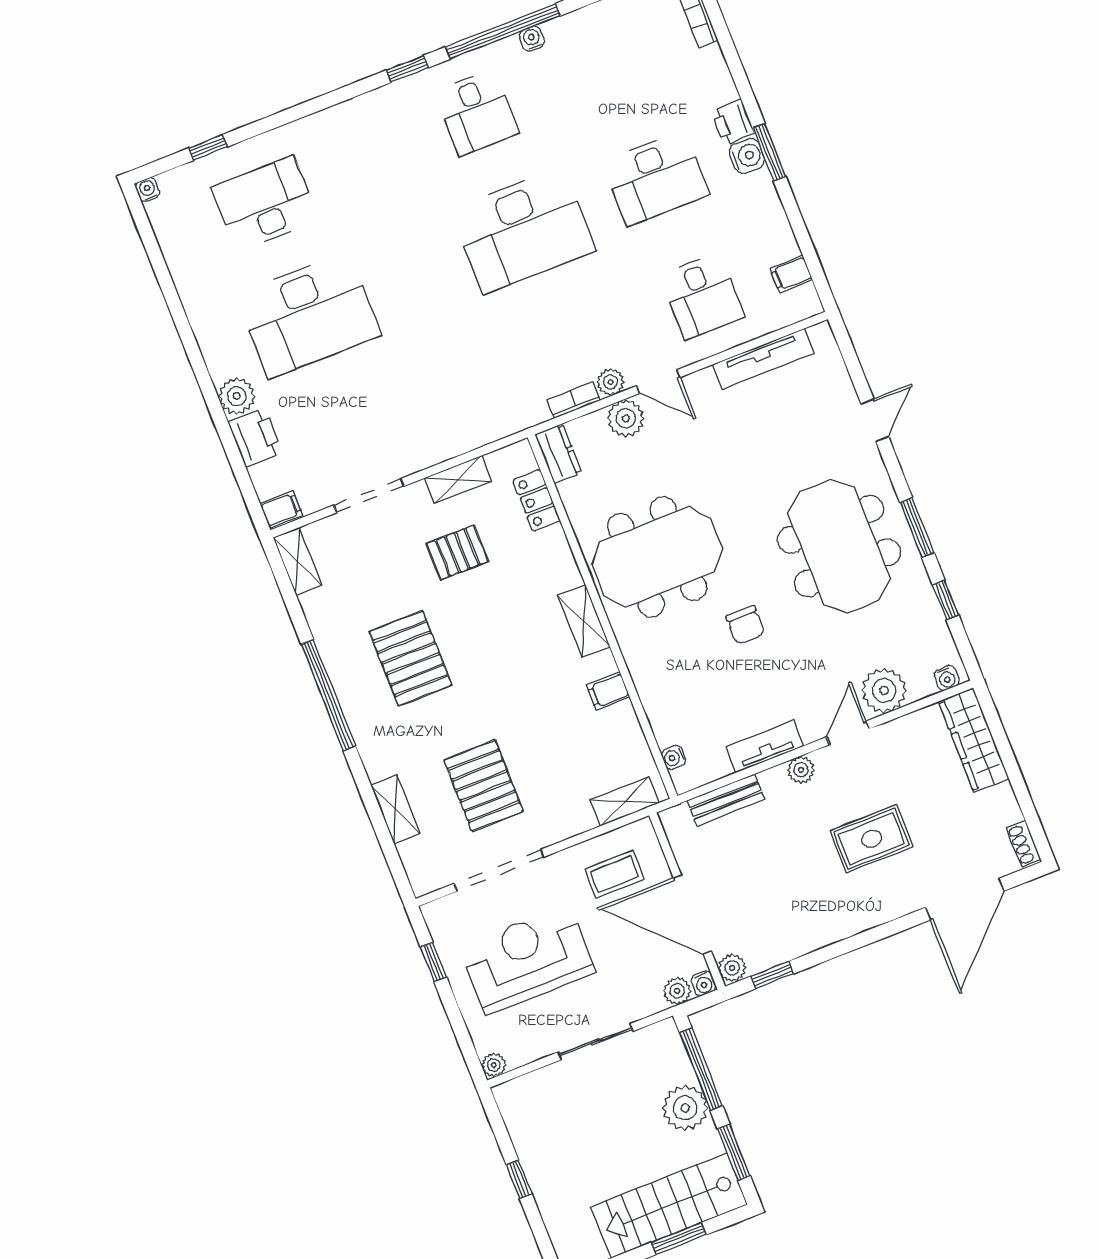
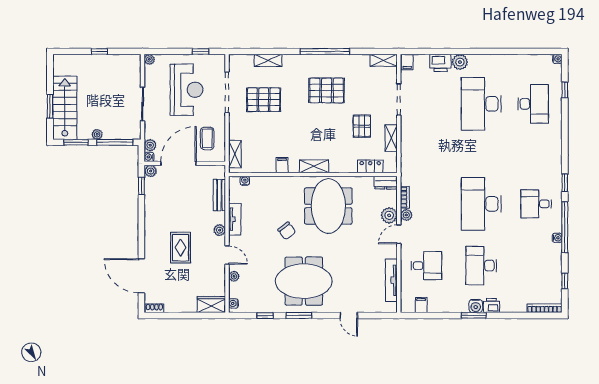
desk: (702, 296) -> (426, 266), turned 180
chair: (745, 625) -> (287, 231), turned -128
plant: (884, 690) -> (234, 276), width x0.53, depth x0.53
wardrobe: (974, 740) -> (211, 305), width x0.67
plant: (685, 1108) -> (97, 134), width x0.53, depth x0.53

